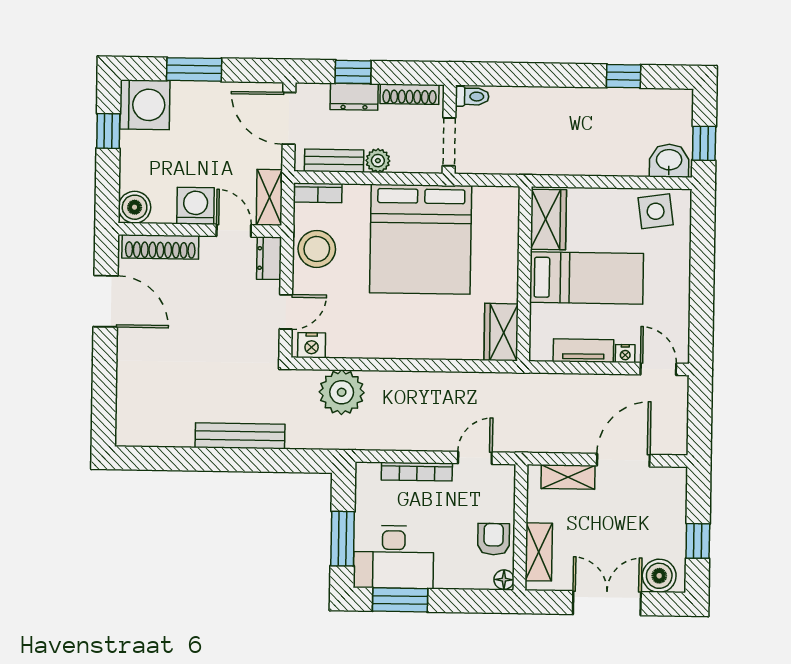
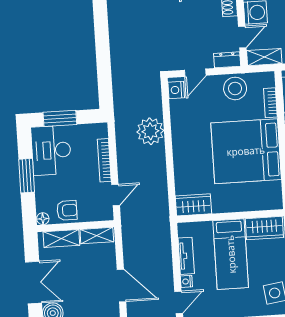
bookcase: (318, 193) -> (270, 103), moved
door: (286, 312) -> (195, 73), hinge flipped
plant: (342, 392) -> (150, 131), moved
bench: (240, 436) -> (117, 51), removed
door: (475, 458) -> (116, 195), hinge flipped
shelving: (568, 477) -> (97, 236), moved, turned 90
window: (400, 600) -> (27, 176), moved

